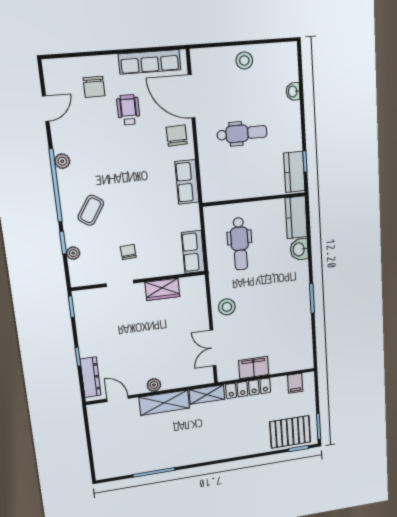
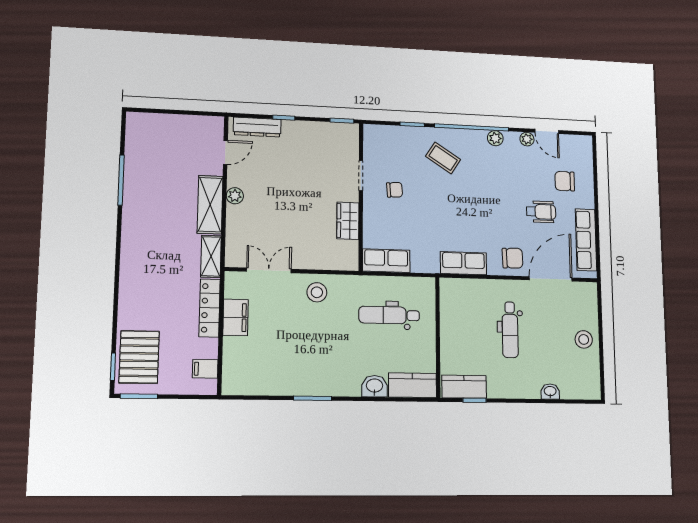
plant: (73, 253) -> (527, 139), moved

